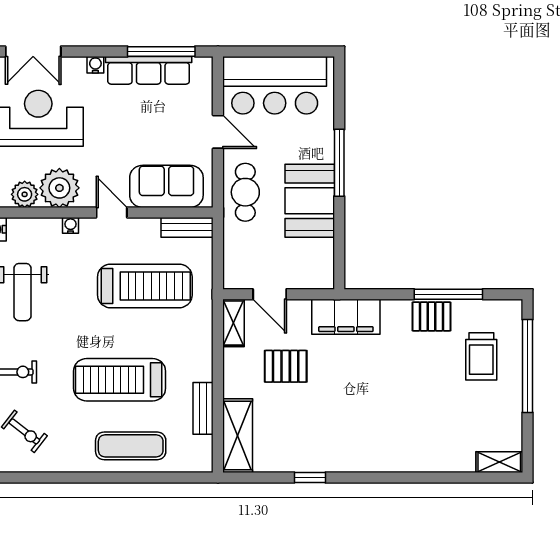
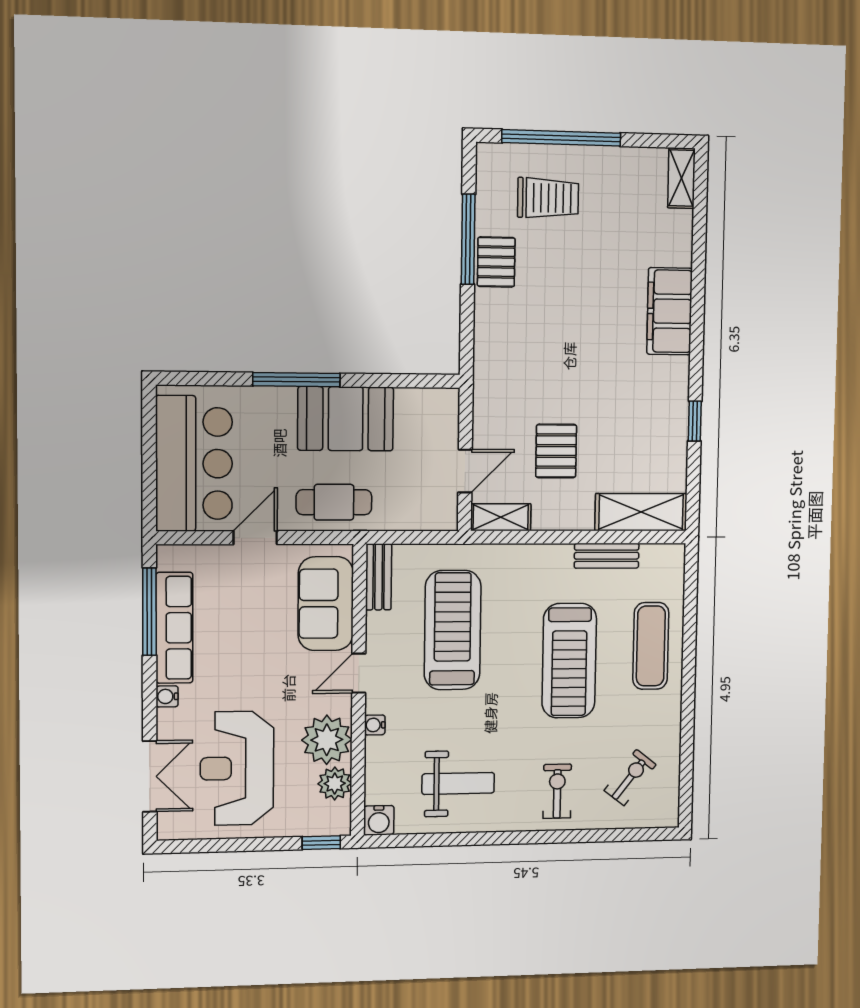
filing cabinet: (346, 317) -> (669, 311), moved, turned 180

